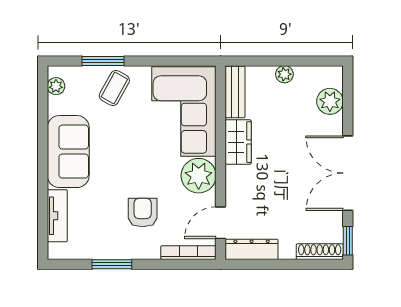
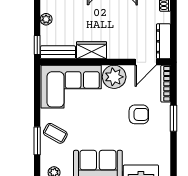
window: (246, 61) -> (37, 45), added
armchair: (143, 212) -> (139, 114), turned 180
door: (221, 223) -> (146, 62), hinge flipped
window: (112, 264) -> (174, 118), moved

